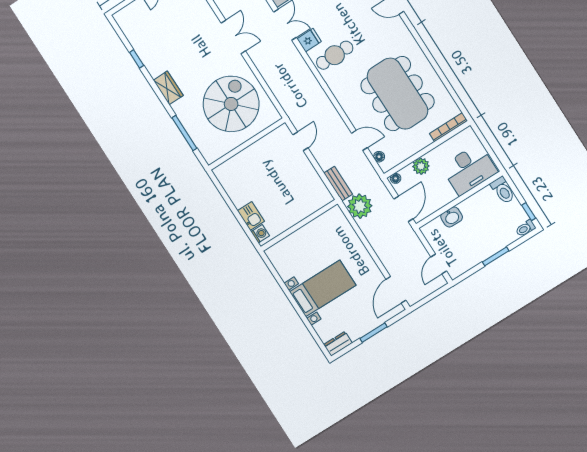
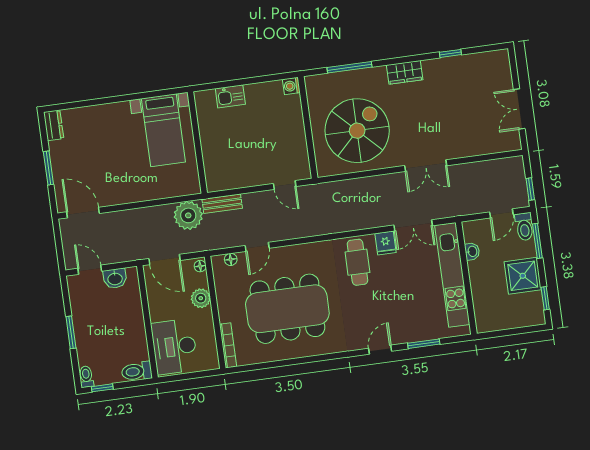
spiral stairs: (231, 104) -> (357, 131), turned -90
washbasin: (452, 217) -> (115, 278), moved, turned -90
washing machine: (260, 234) -> (291, 86), moved, turned 90
bed with nightstands: (323, 288) -> (163, 130), moved

